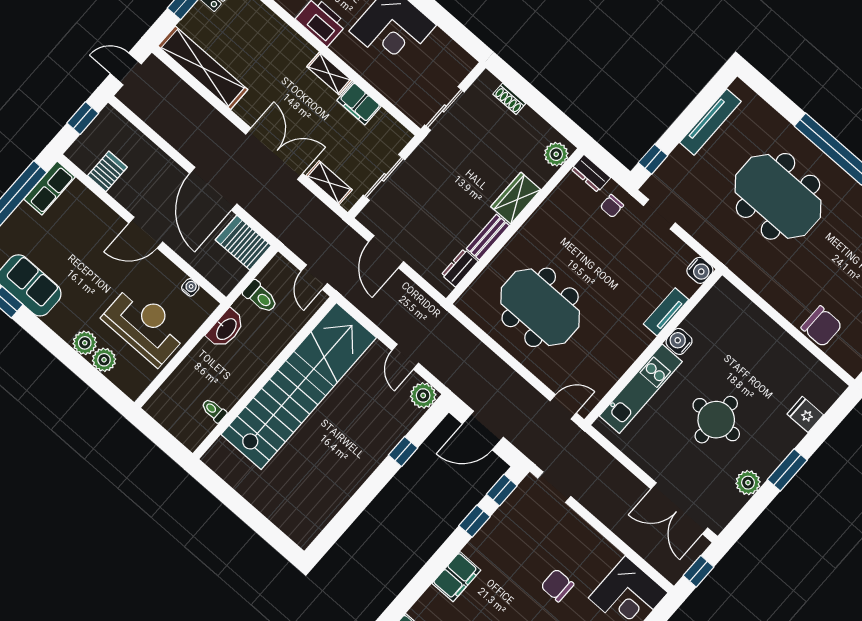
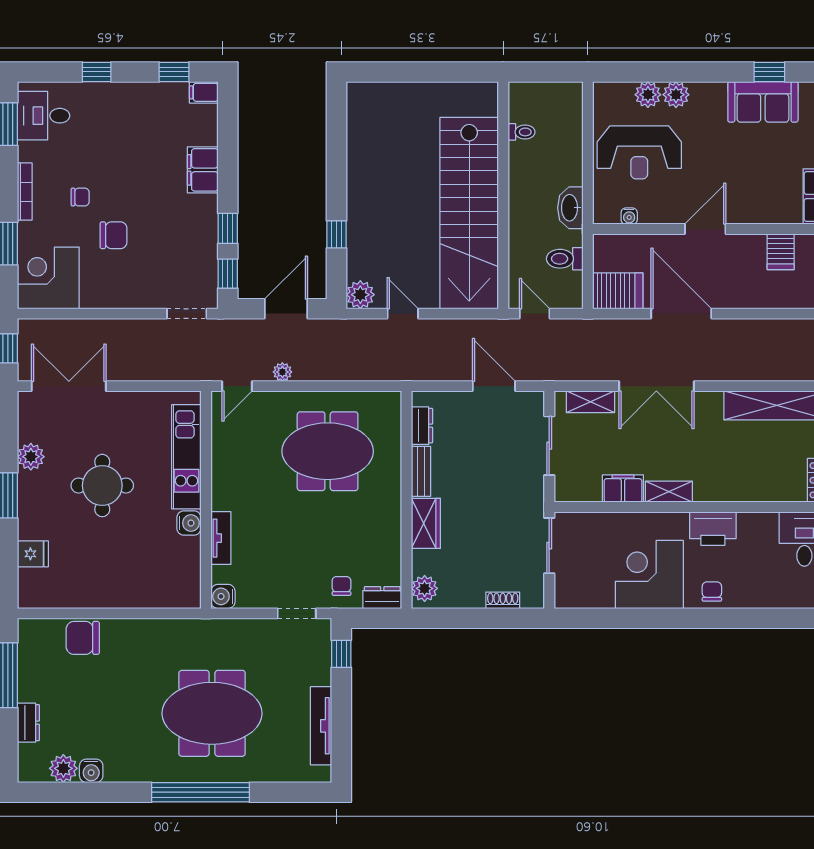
plant: (523, 389) -> (282, 372), added

